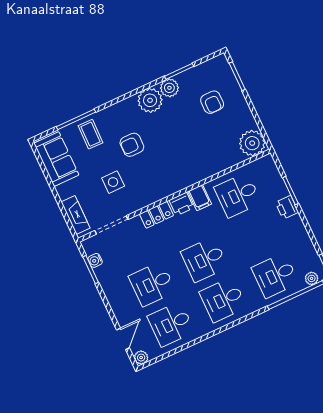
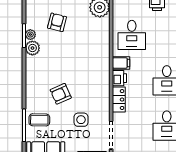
plant: (150, 100) -> (30, 35), moved, width x0.53, depth x0.53
armchair: (212, 102) -> (57, 22), turned -76
armchair: (132, 145) -> (61, 94), turned 66

